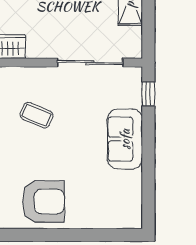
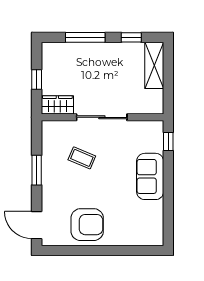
sliding door: (90, 63) -> (102, 117), moved

